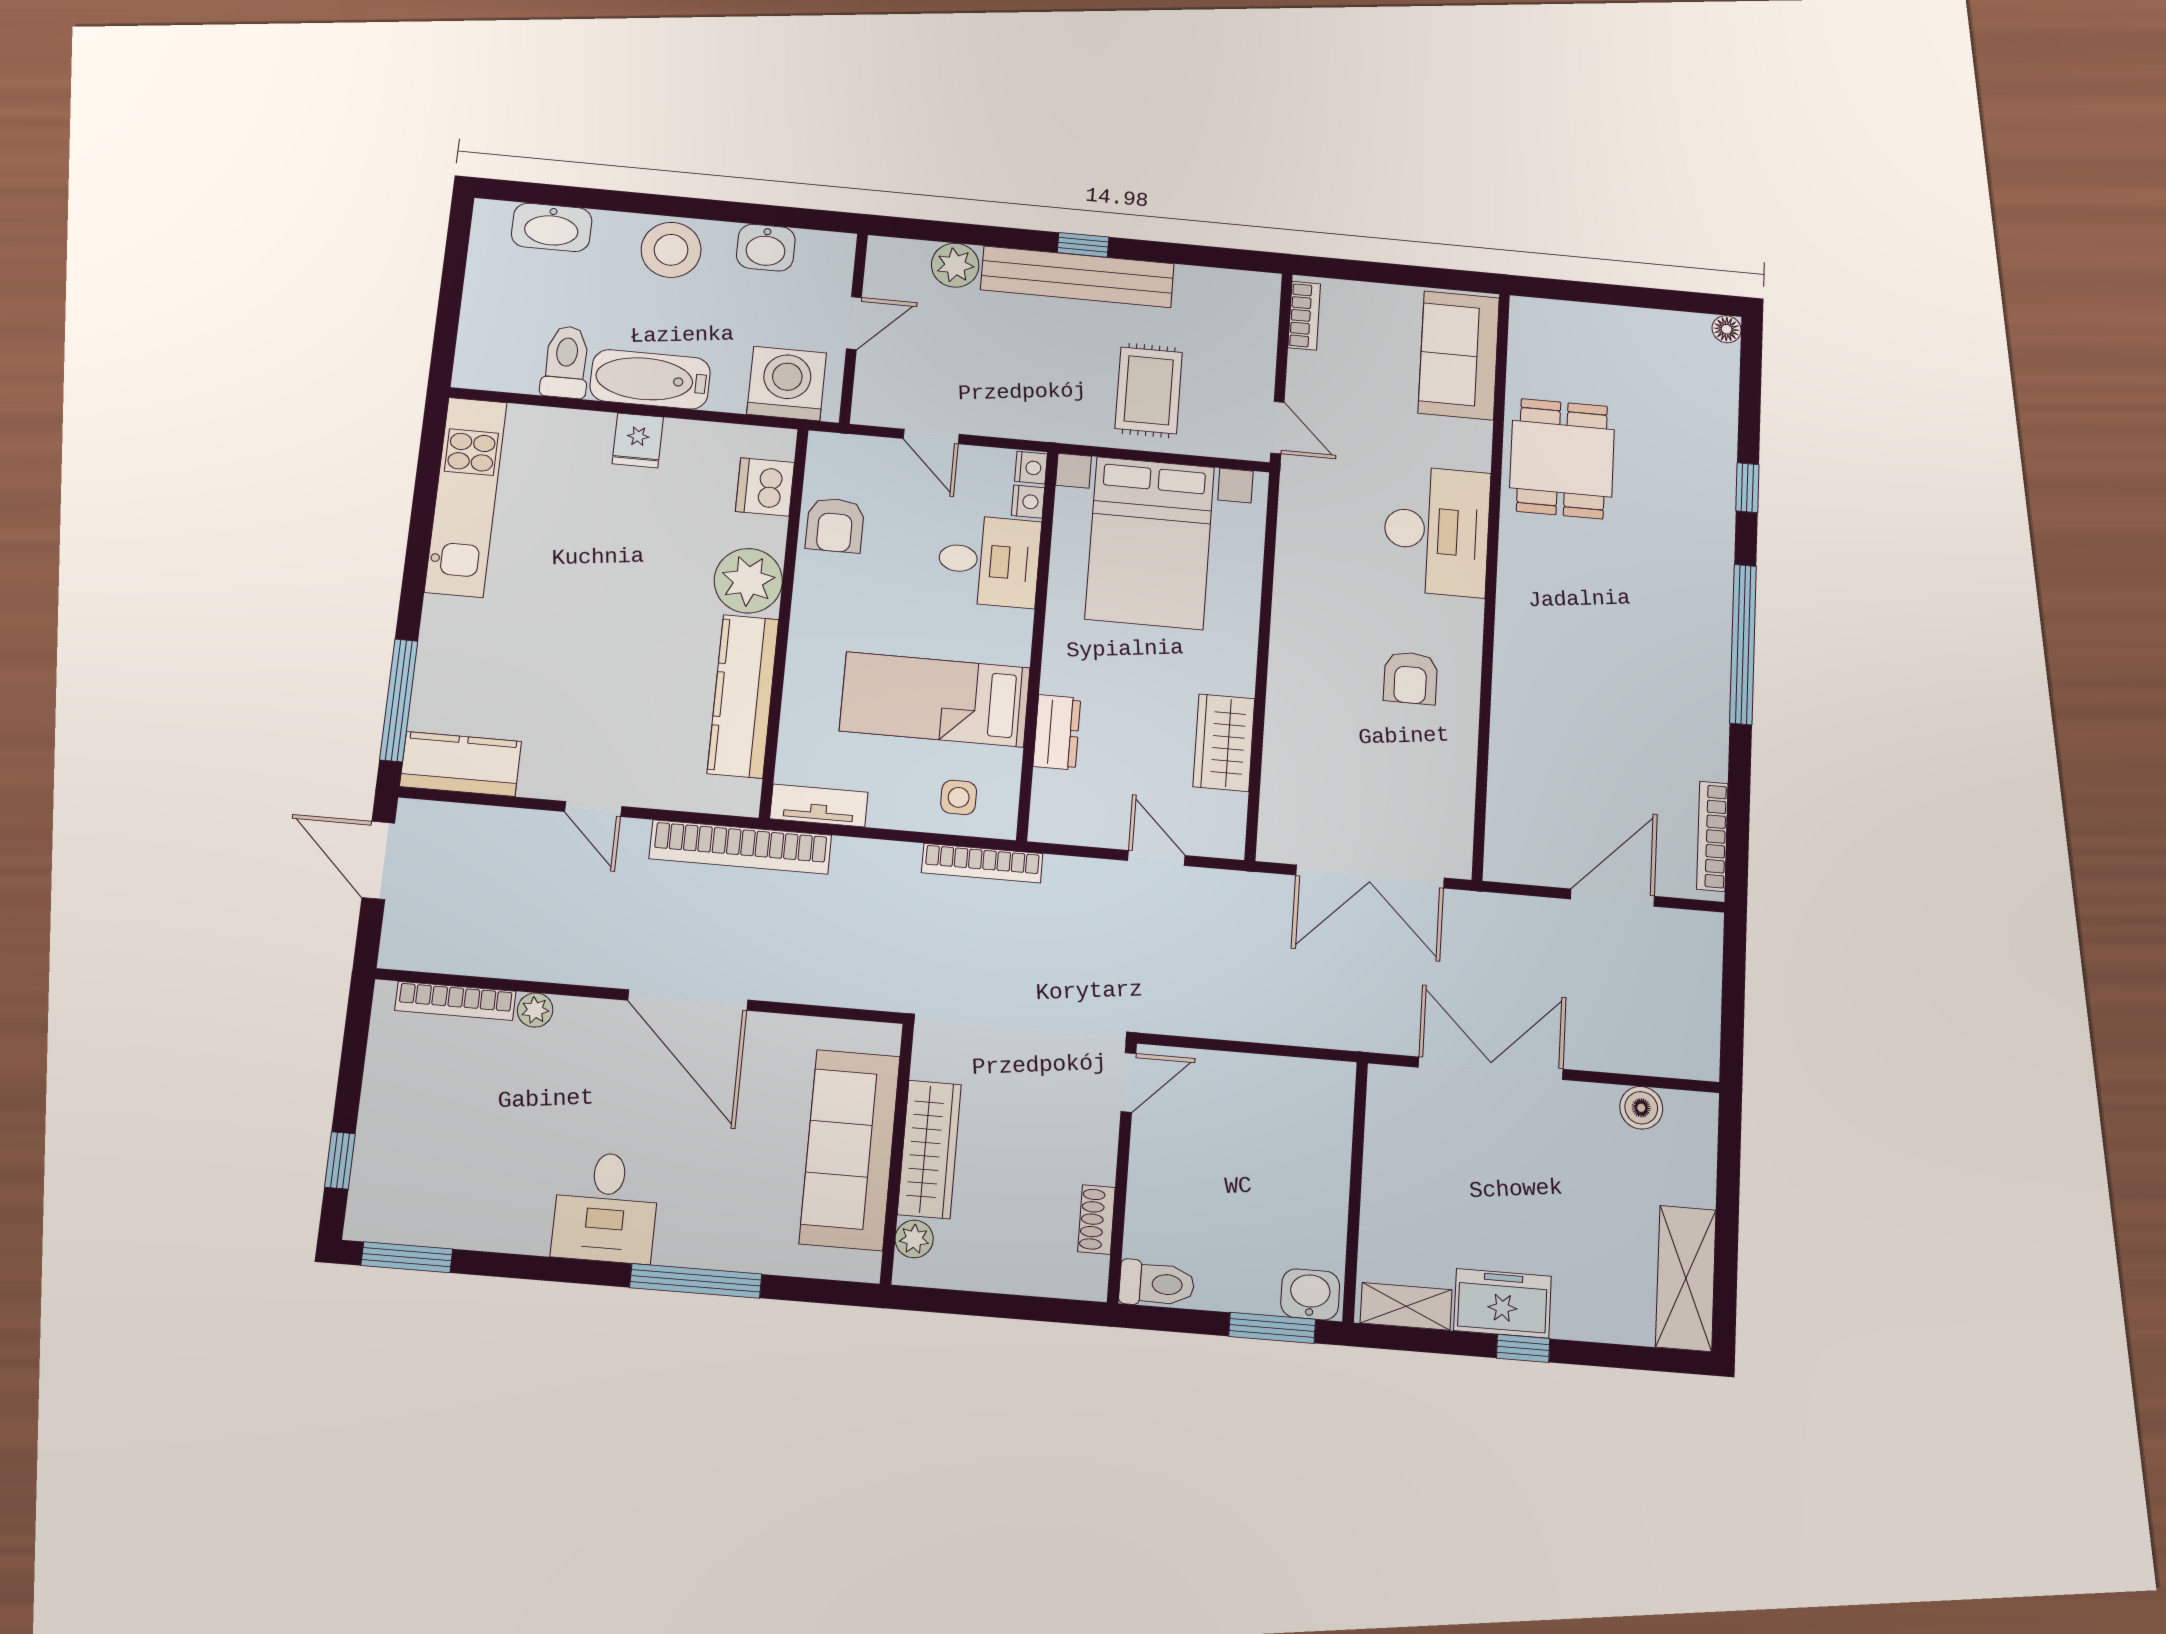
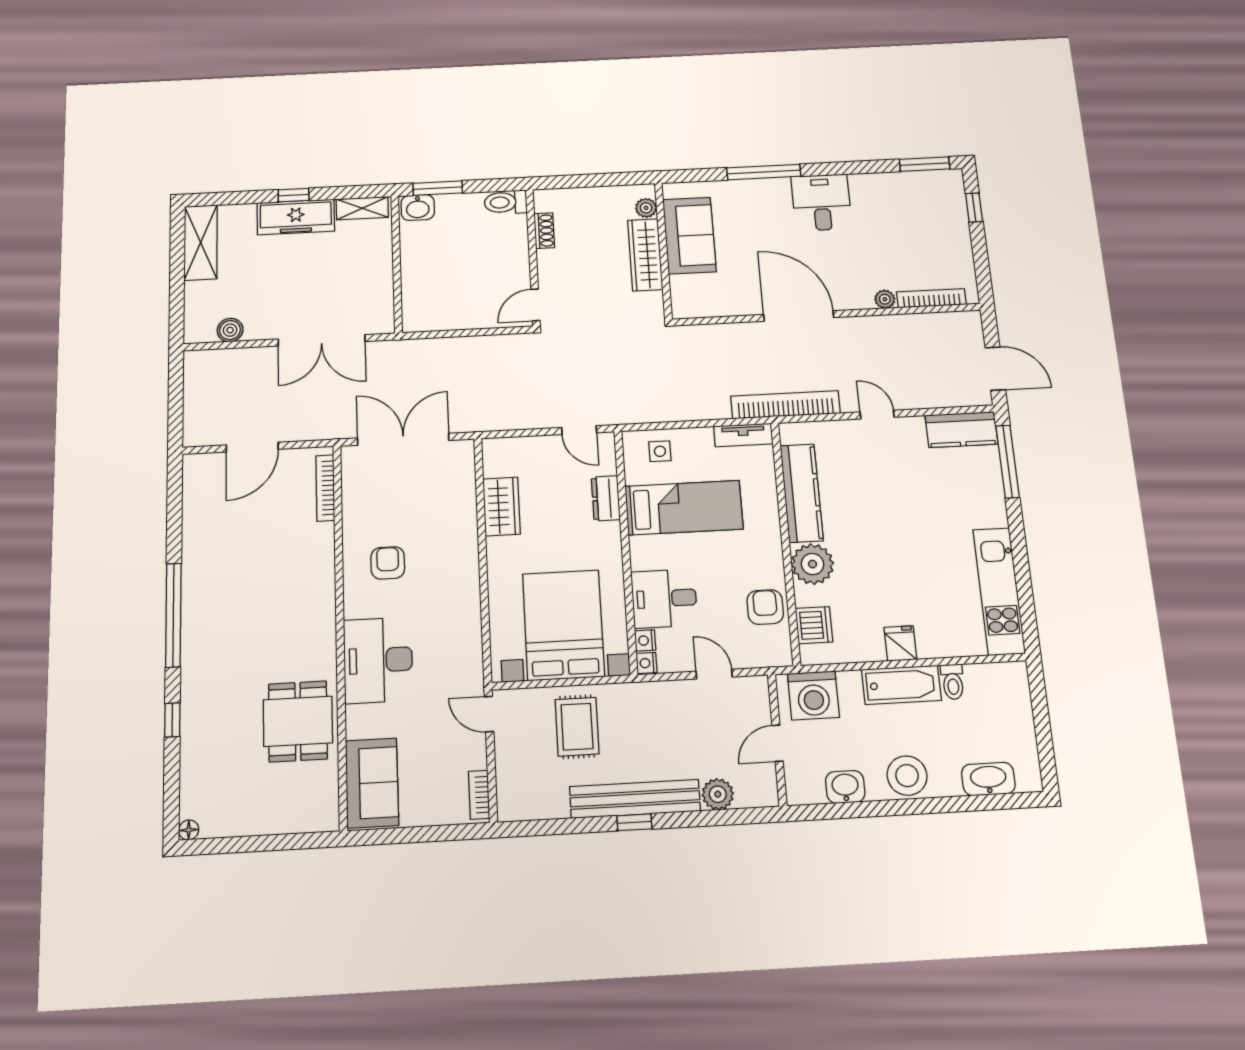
toilet: (566, 362) -> (953, 682), width x0.73, depth x0.72
bookcase: (1712, 836) -> (325, 488), moved, turned 180
door: (1156, 858) -> (579, 430), moved
bookcase: (982, 863) -> (640, 415), removed
sofa: (850, 1150) -> (689, 235), width x0.73
freezer: (1503, 1303) -> (296, 217), width x1.40

